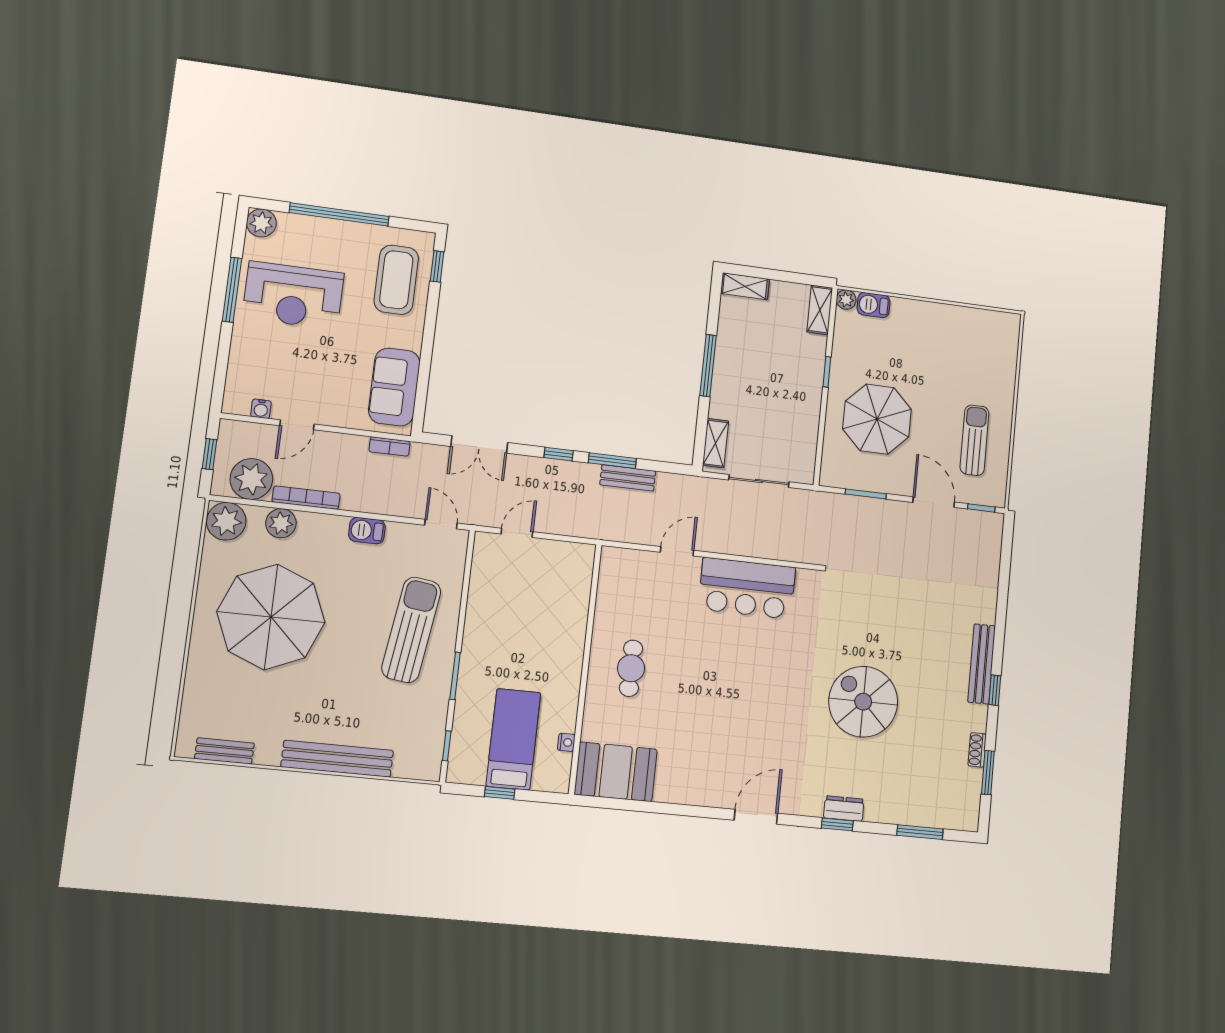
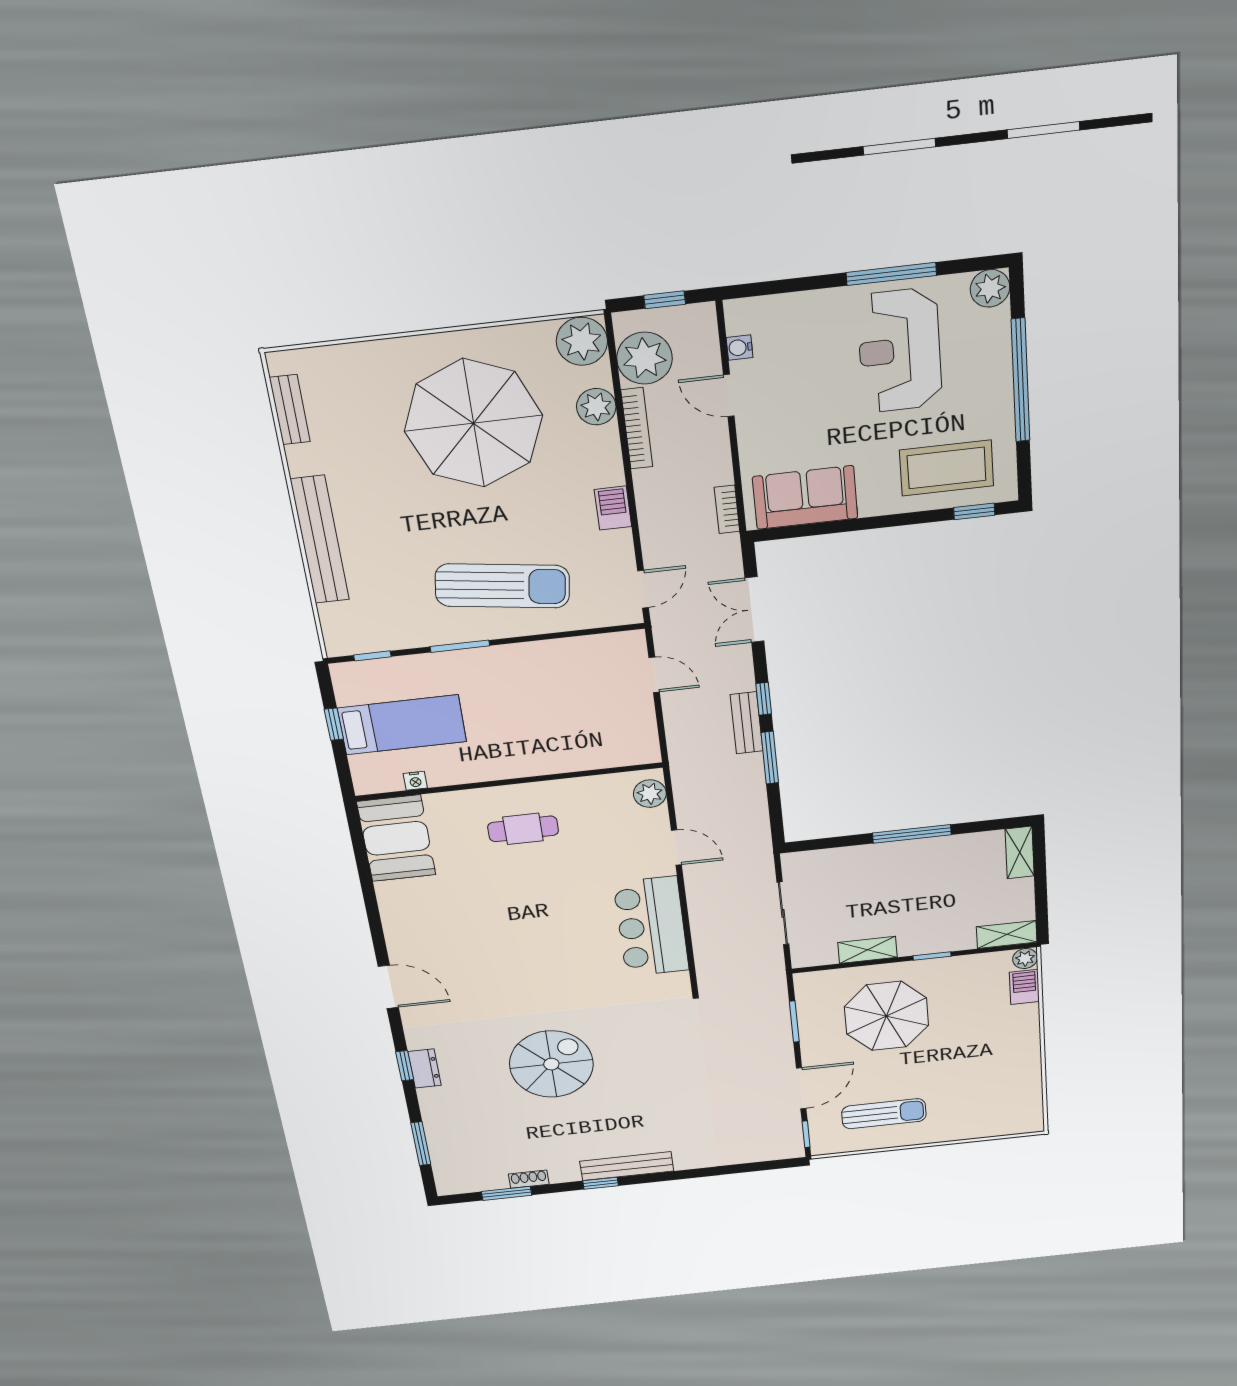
shelving: (716, 443) -> (867, 950), moved
bench: (628, 478) -> (747, 723), moved
plant: (623, 561) -> (650, 794), added

